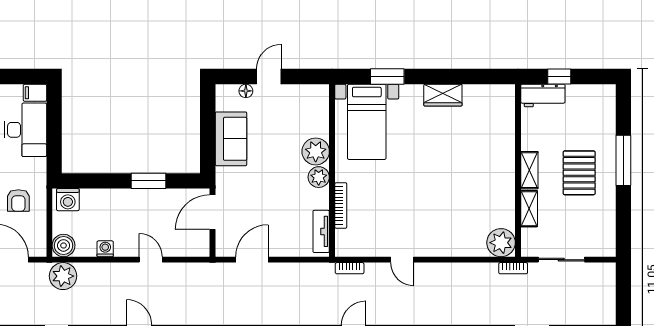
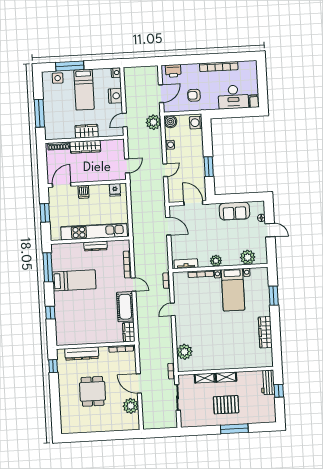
wardrobe: (443, 95) -> (265, 332), width x1.50
bed with nightstands: (367, 122) -> (233, 290), moved, turned -90
plant: (316, 151) -> (248, 257), moved
plant: (501, 243) -> (184, 352), moved

